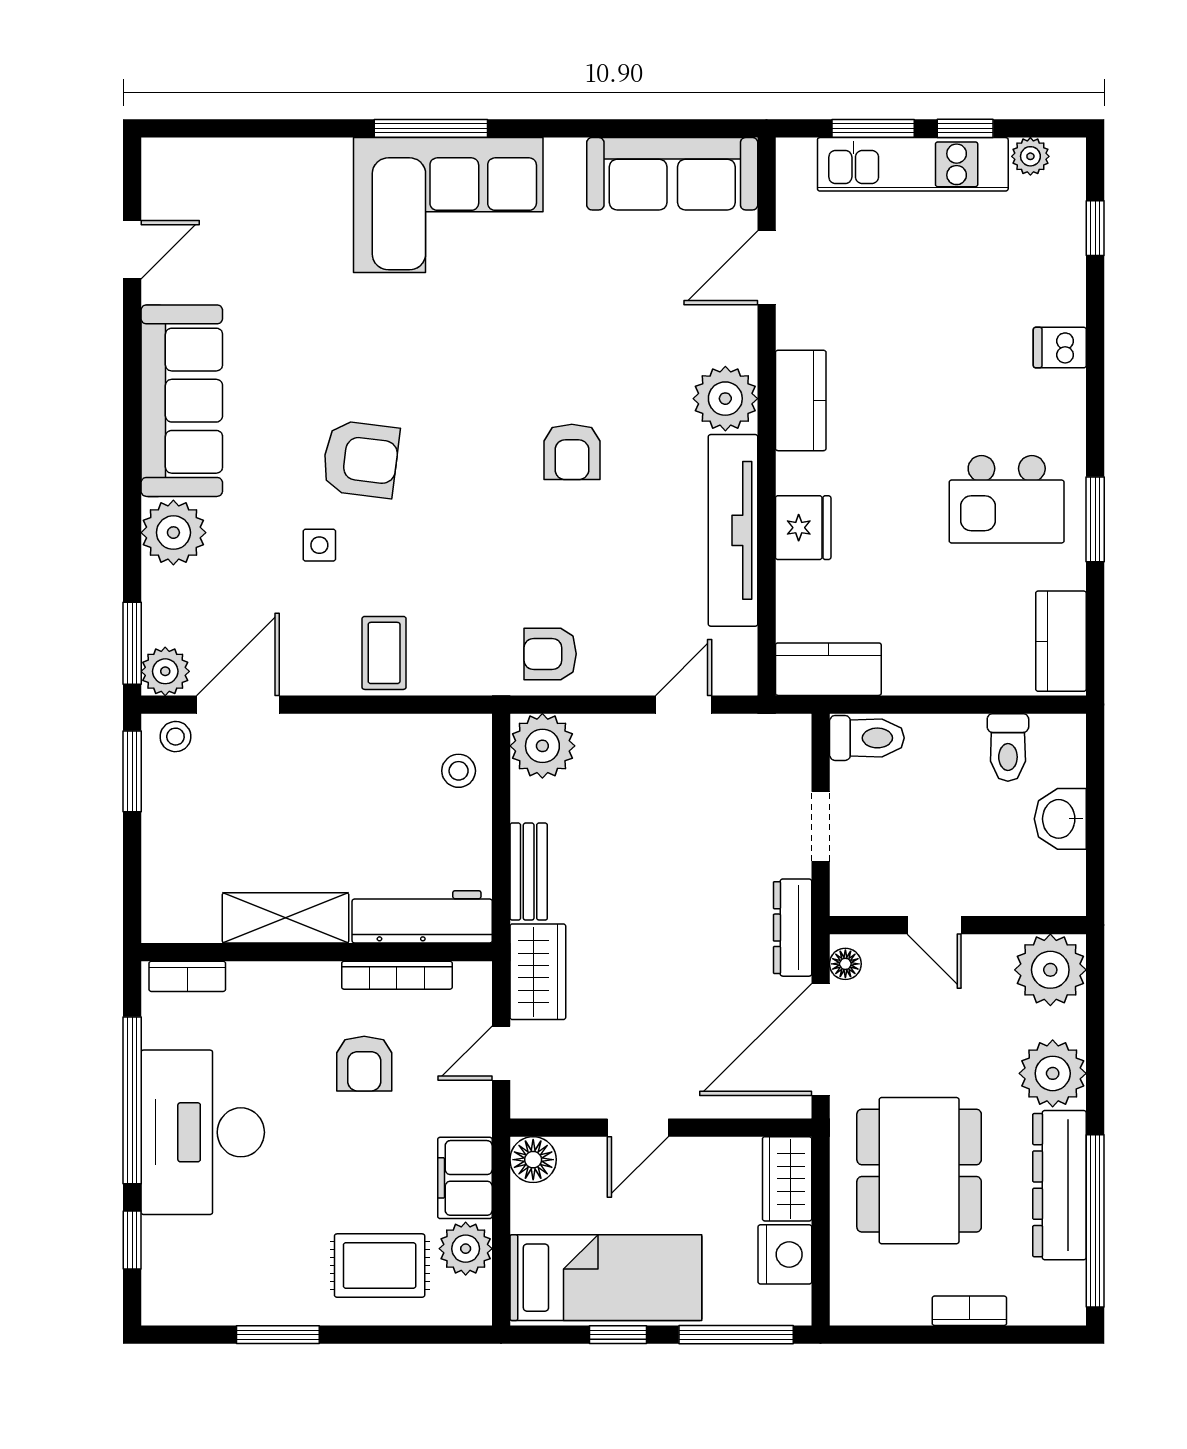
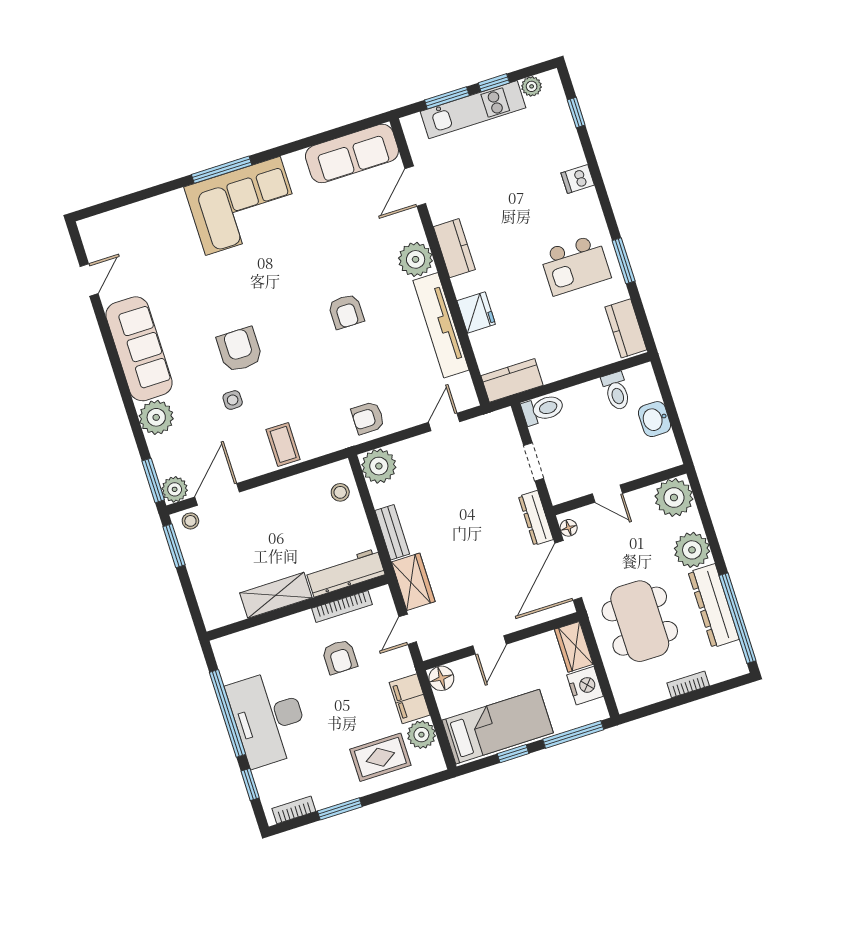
armchair: (361, 459) -> (240, 350), turned -97
bookcase: (187, 976) -> (294, 810), moved, turned 180

